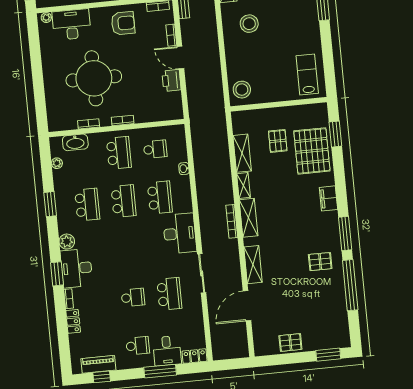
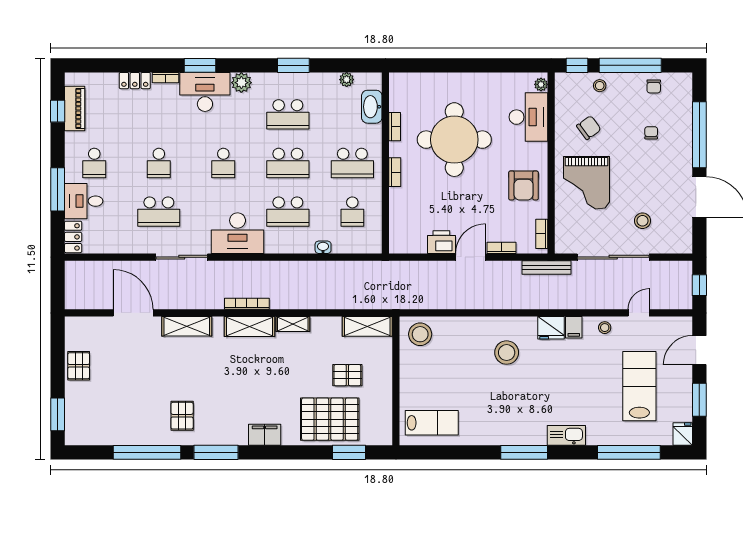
shelving: (242, 153) -> (367, 326), moved
school desk: (128, 249) -> (223, 163), added

